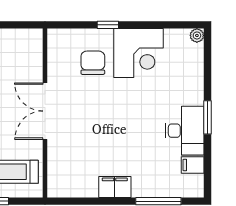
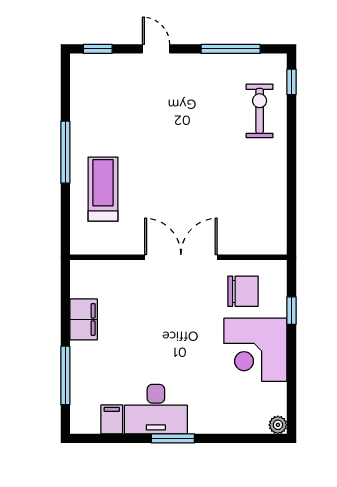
double door: (45, 111) -> (181, 257), moved
wall: (45, 113) -> (178, 257), moved

